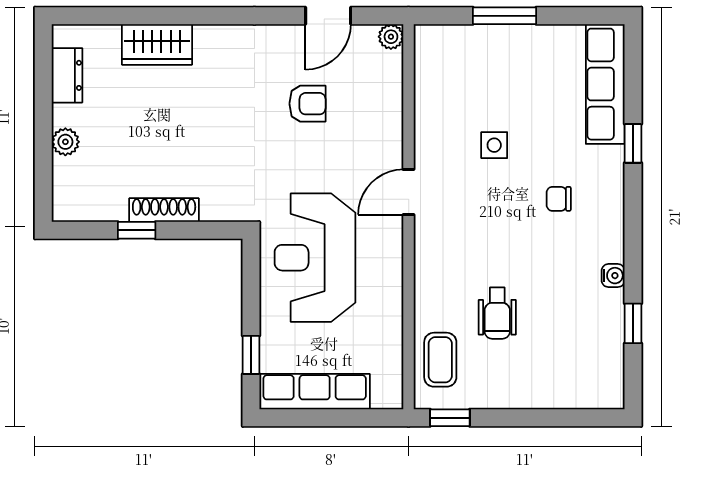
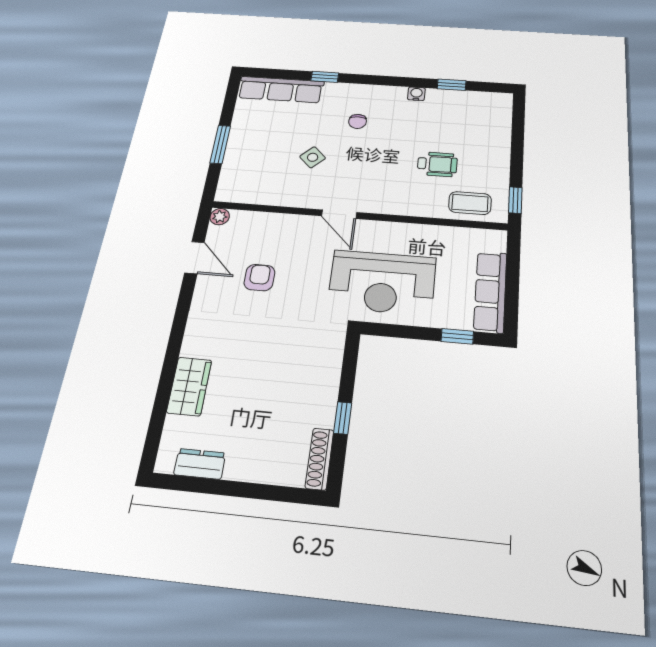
plant: (65, 142) -> (257, 471), removed
side table: (494, 145) -> (313, 157), turned 45
shoe rack: (164, 210) -> (320, 459), moved

